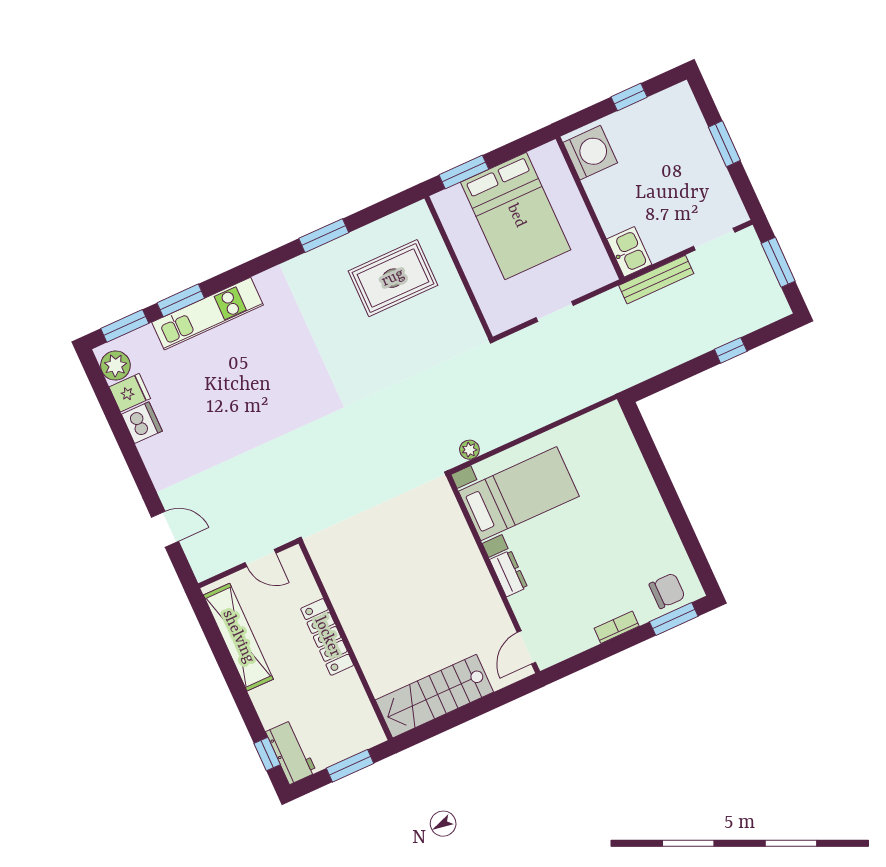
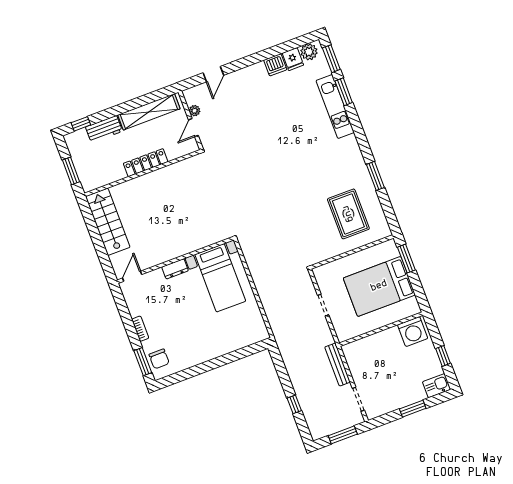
kitchen sink: (629, 252) -> (437, 386), moved, turned 180
plant: (469, 450) -> (195, 111), moved
door: (526, 647) -> (132, 276), hinge flipped
workbench: (291, 752) -> (104, 129), moved

